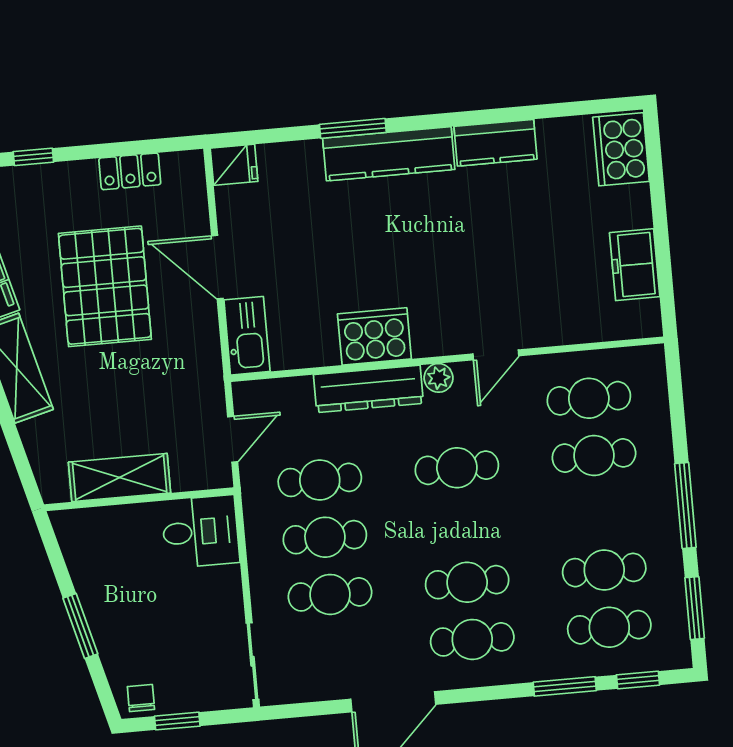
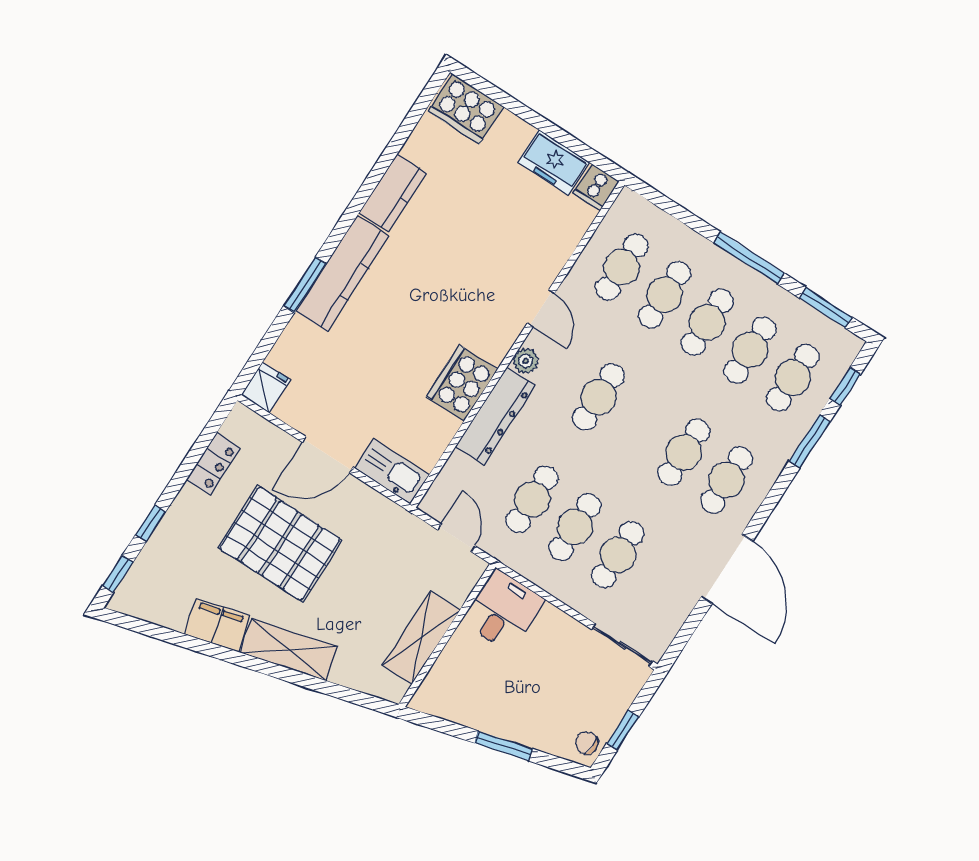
cooker: (642, 320) -> (596, 187), added
cafe table: (599, 513) -> (707, 322), added

